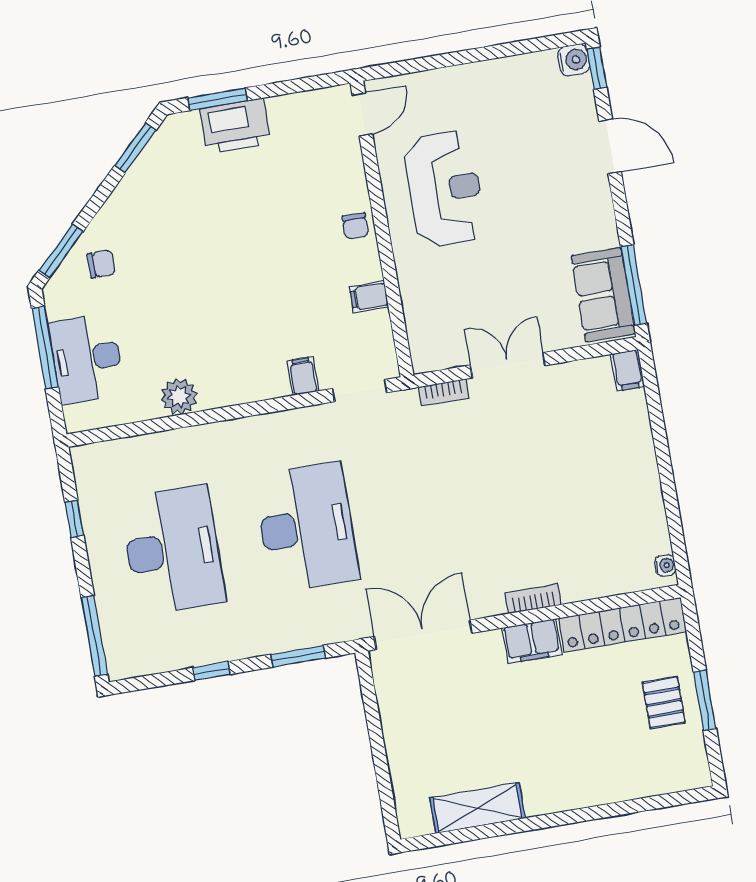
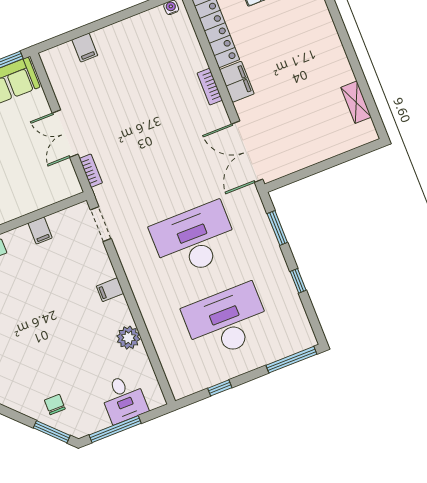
desk: (87, 359) -> (124, 399), width x0.73
filing cabinet: (628, 370) -> (85, 48), moved, turned 90
filing cabinet: (303, 376) -> (110, 290), moved
shelving: (477, 808) -> (356, 102), width x0.67, depth x0.75

